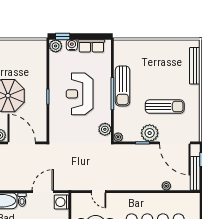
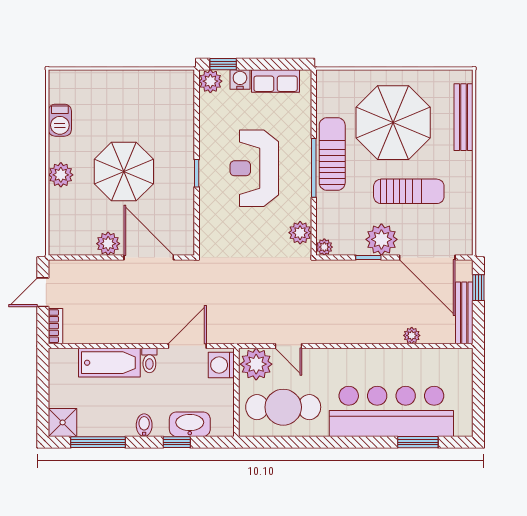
parasol: (156, 69) -> (393, 123), added
sun lounger: (123, 86) -> (332, 154), turned 180
plant: (81, 202) -> (256, 364), added

